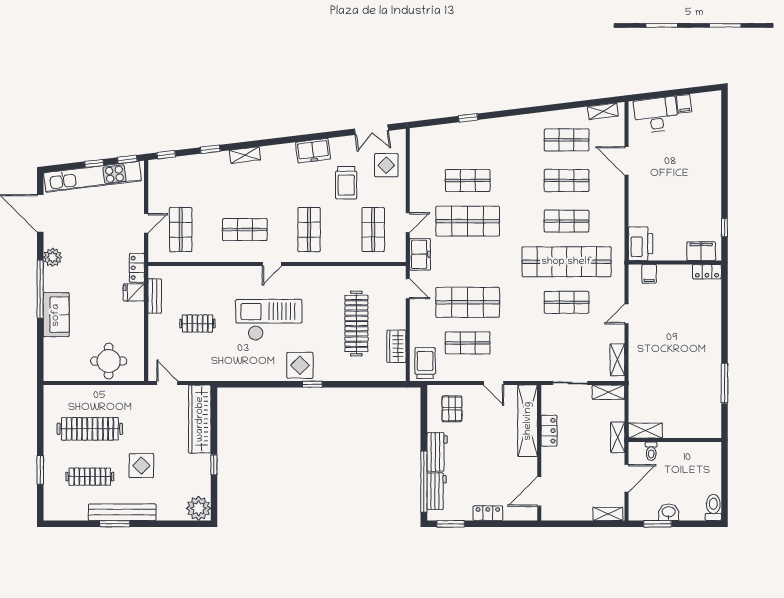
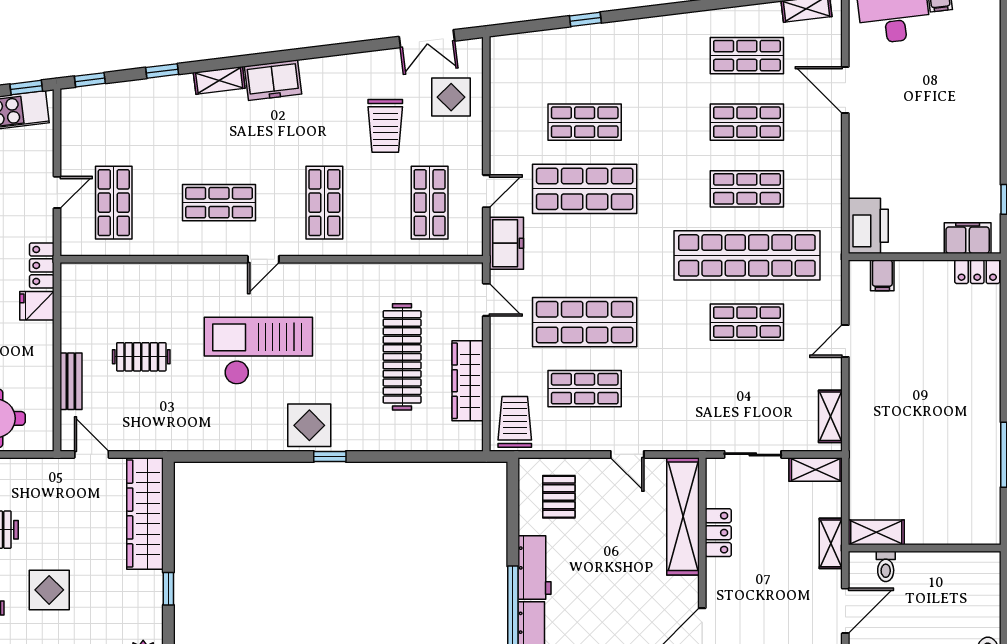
freezer: (313, 151) -> (273, 80), moved
bench: (155, 296) -> (71, 381), moved
wardrobe: (396, 346) -> (468, 381), width x1.50

